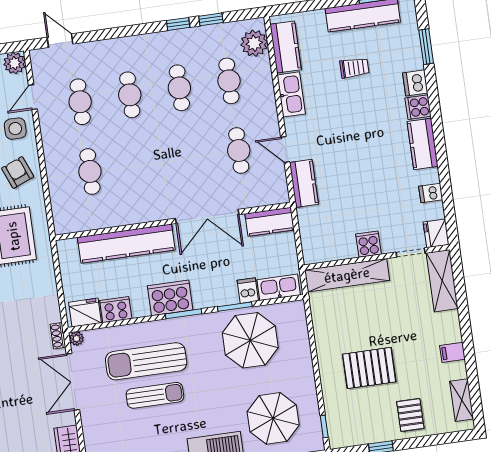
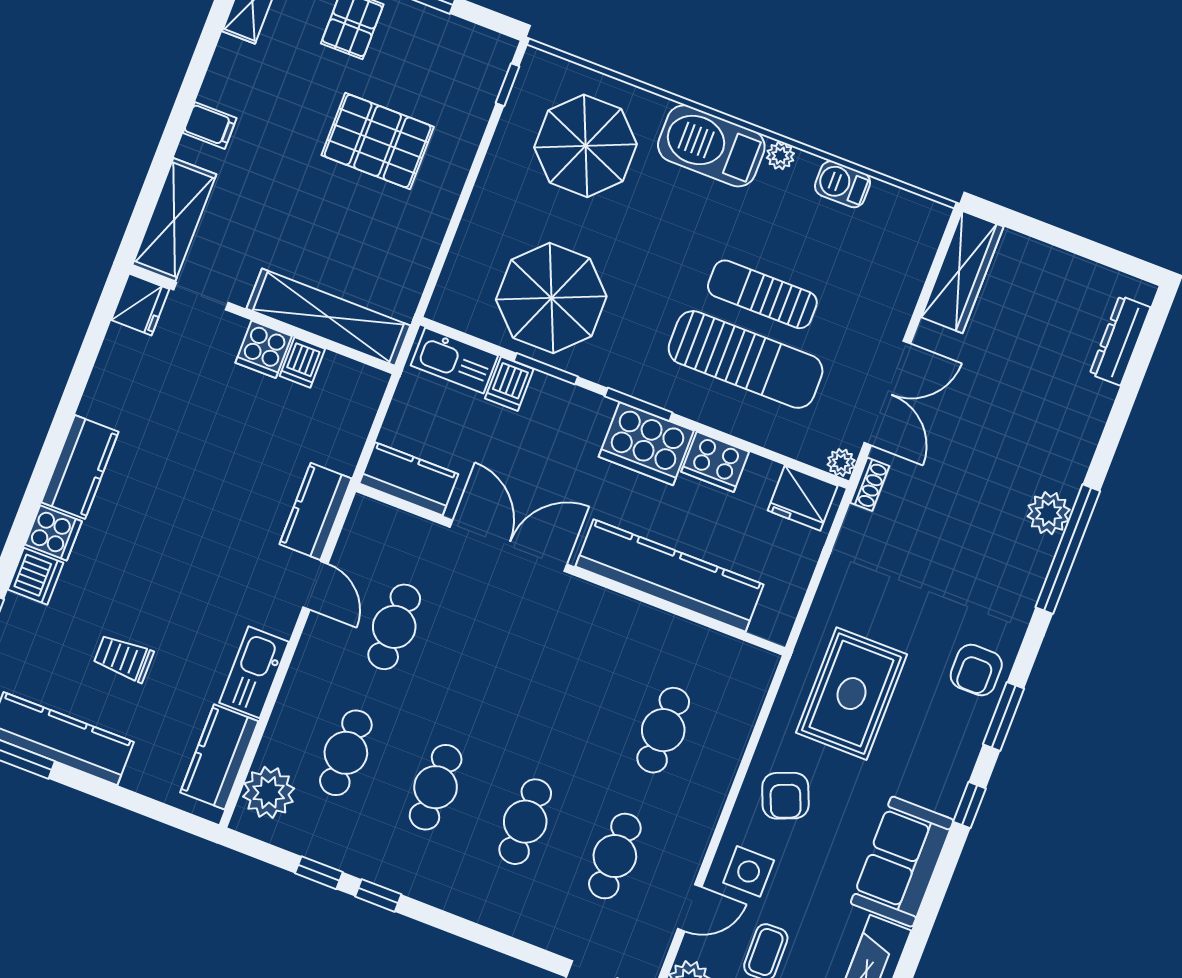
dishwasher: (431, 193) -> (302, 362), moved, turned 90
cooker: (116, 310) -> (715, 462), moved
filing cabinet: (452, 352) -> (210, 126), moved

